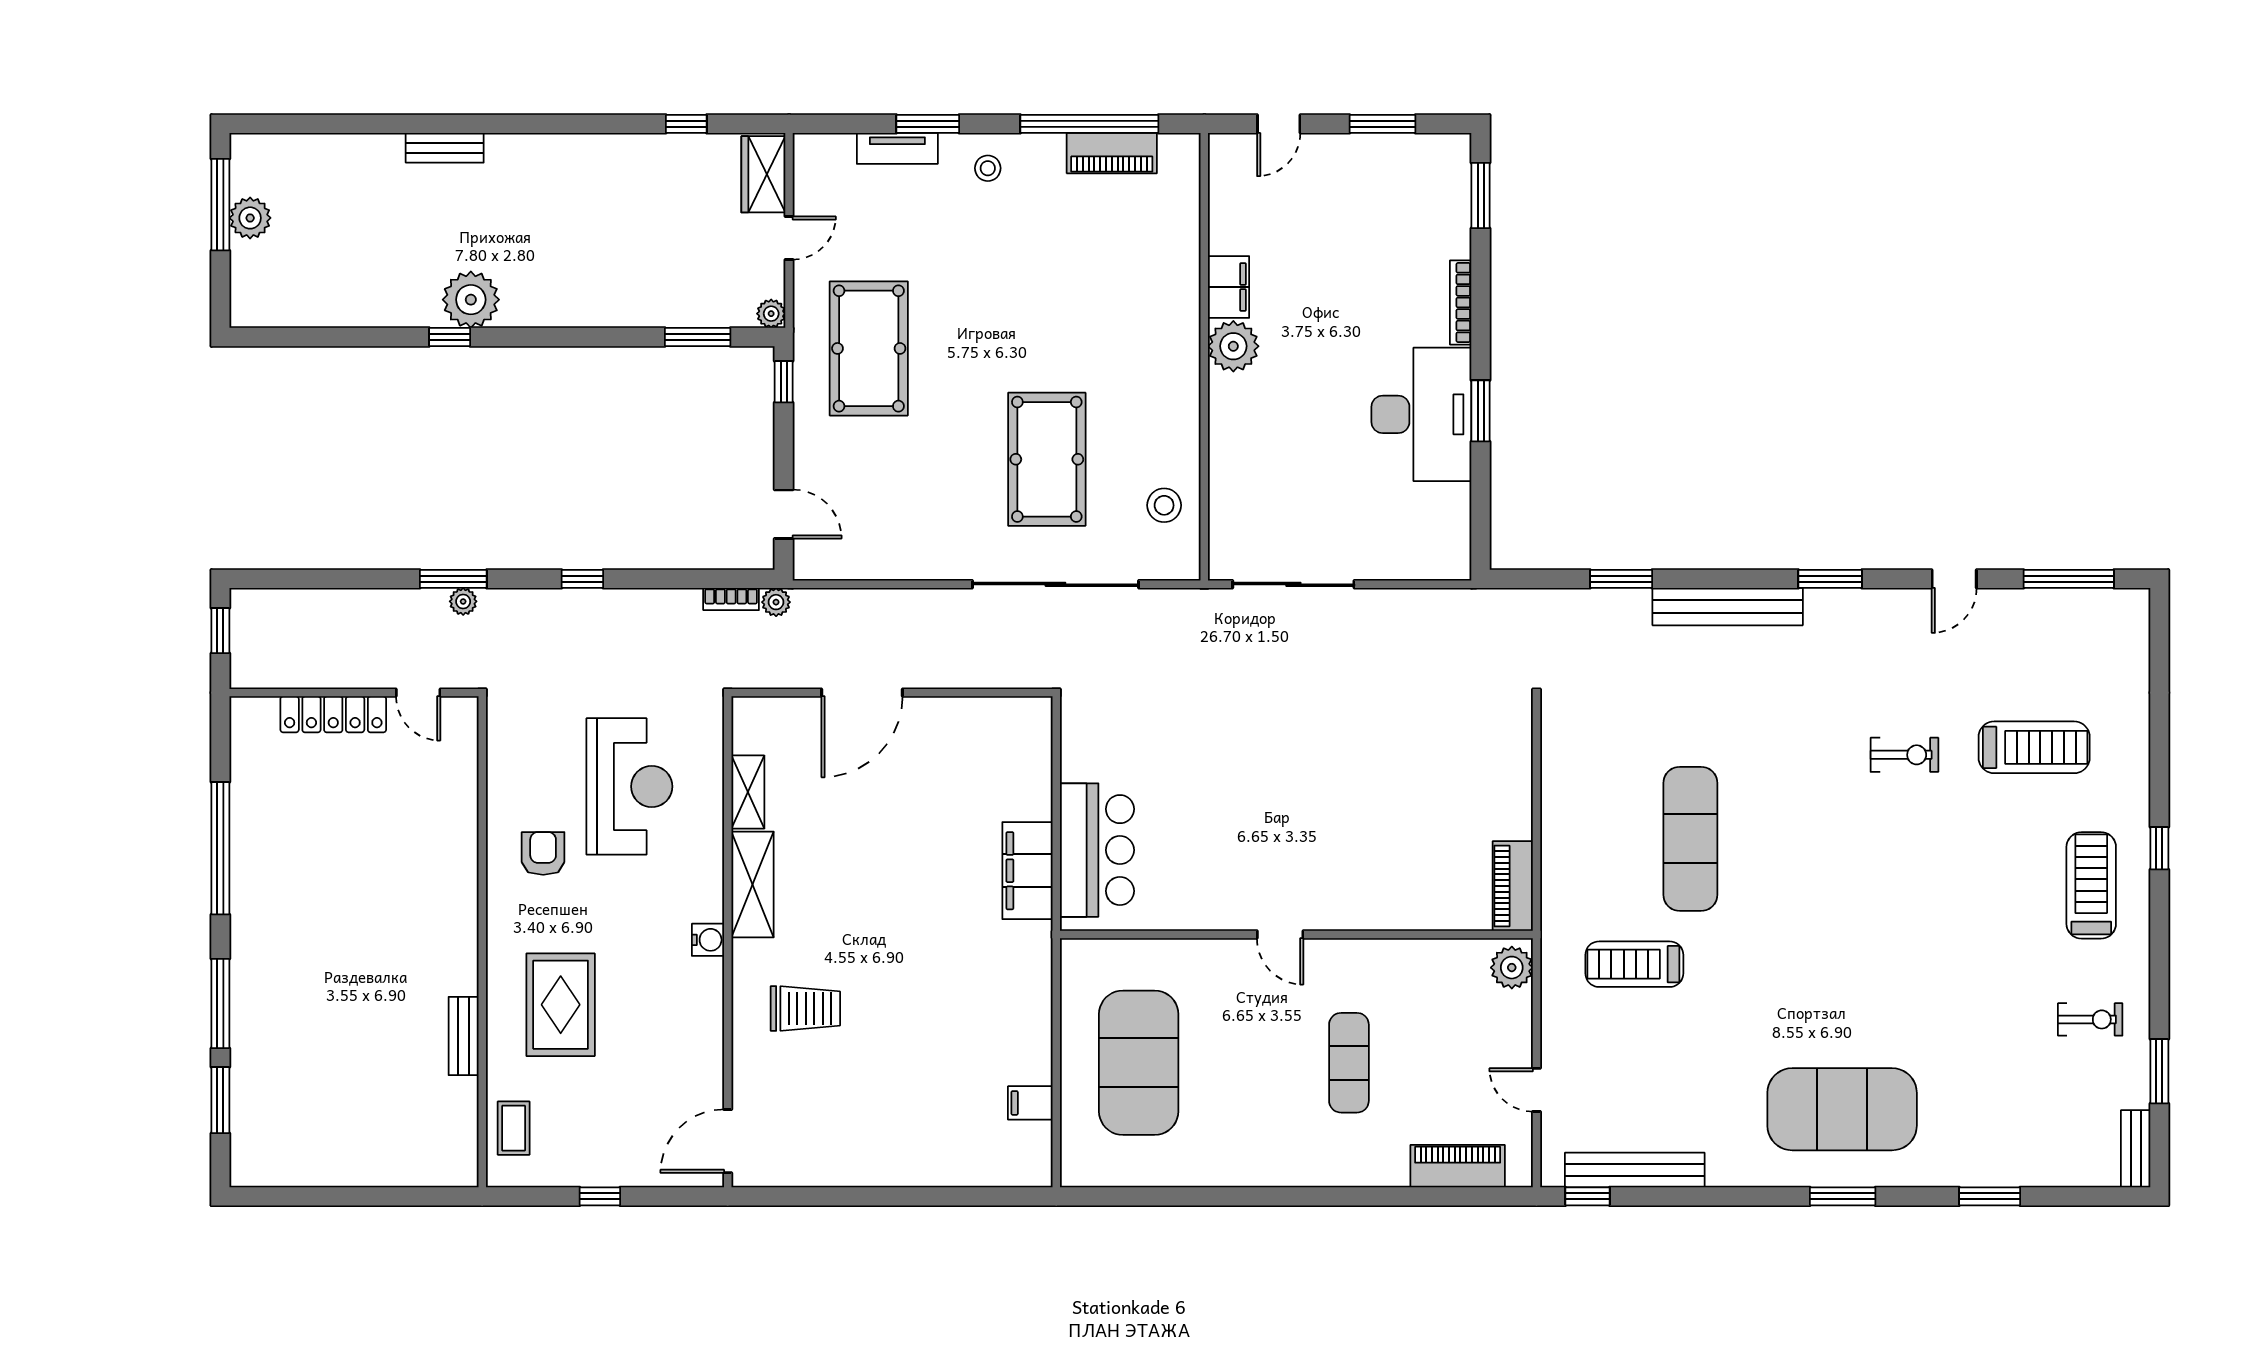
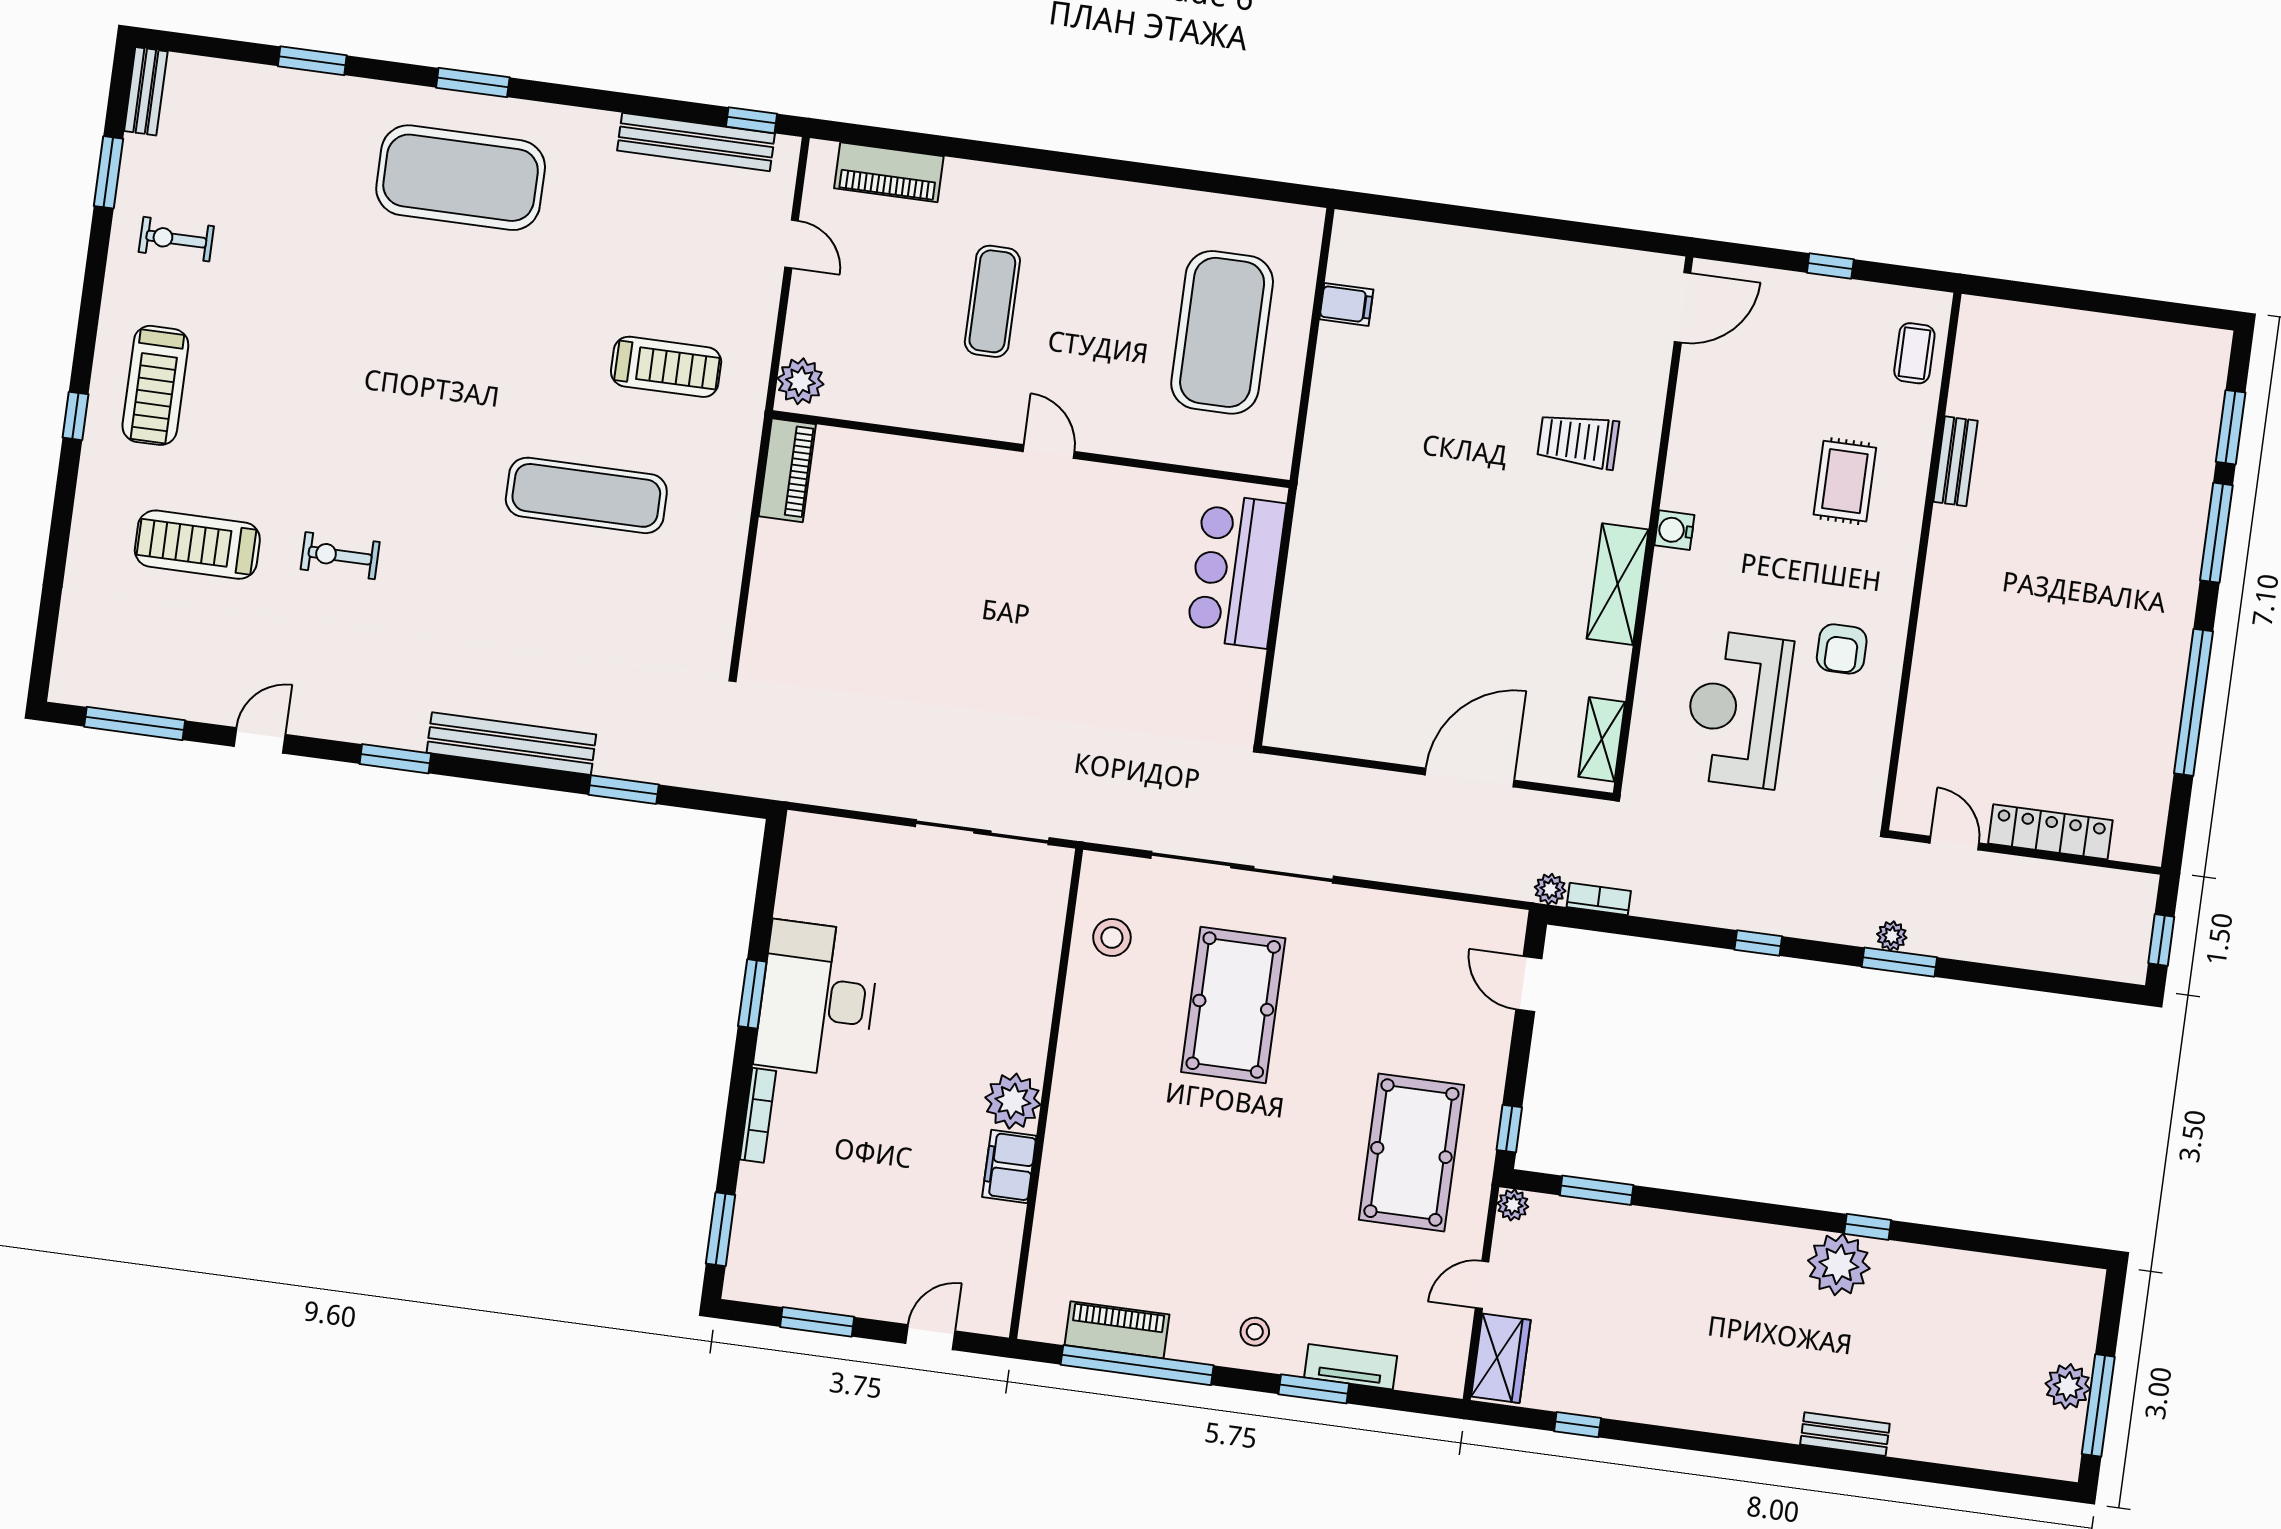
shelving: (748, 792) -> (1602, 739), moved
exercise mat: (1690, 839) -> (586, 495), turned 90
filing cabinet: (1027, 871) -> (1315, 559), removed
rug: (561, 1005) -> (1845, 481), width x0.73, depth x0.70

